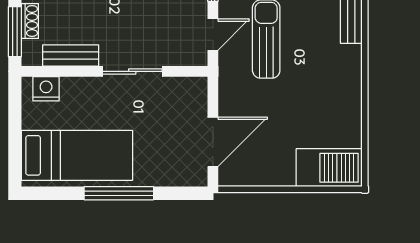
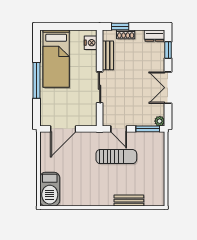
window: (15, 32) -> (120, 27), width x0.67
door: (213, 142) -> (63, 129), hinge flipped

